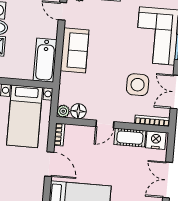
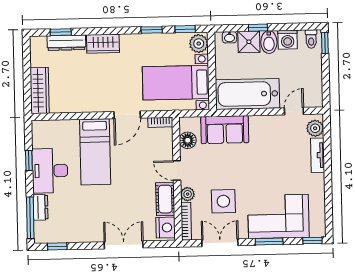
sofa: (75, 50) -> (225, 130), moved
bathtub: (45, 60) -> (247, 94), width x1.36, depth x1.36
plant: (63, 111) -> (188, 194), moved

